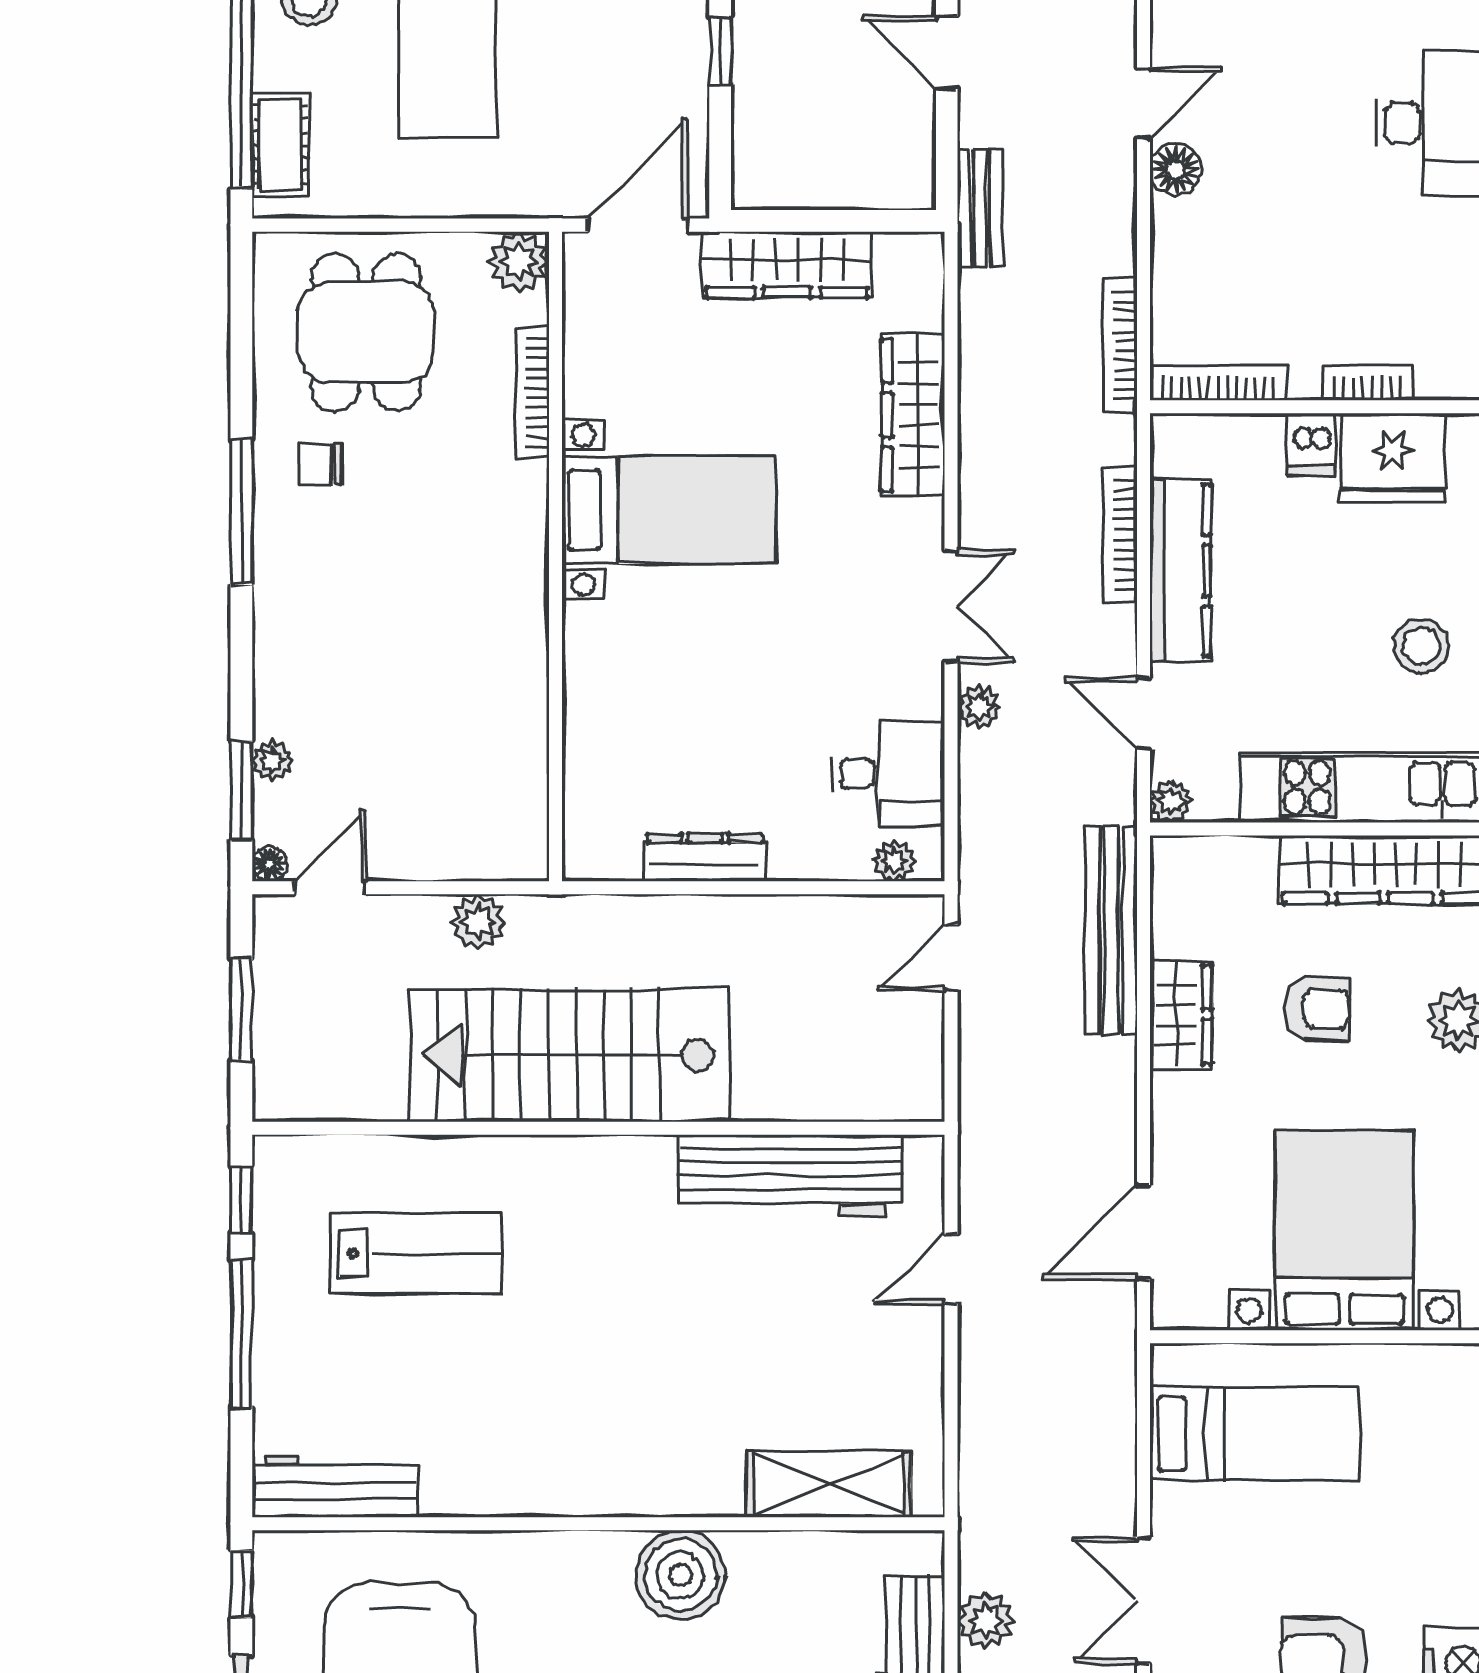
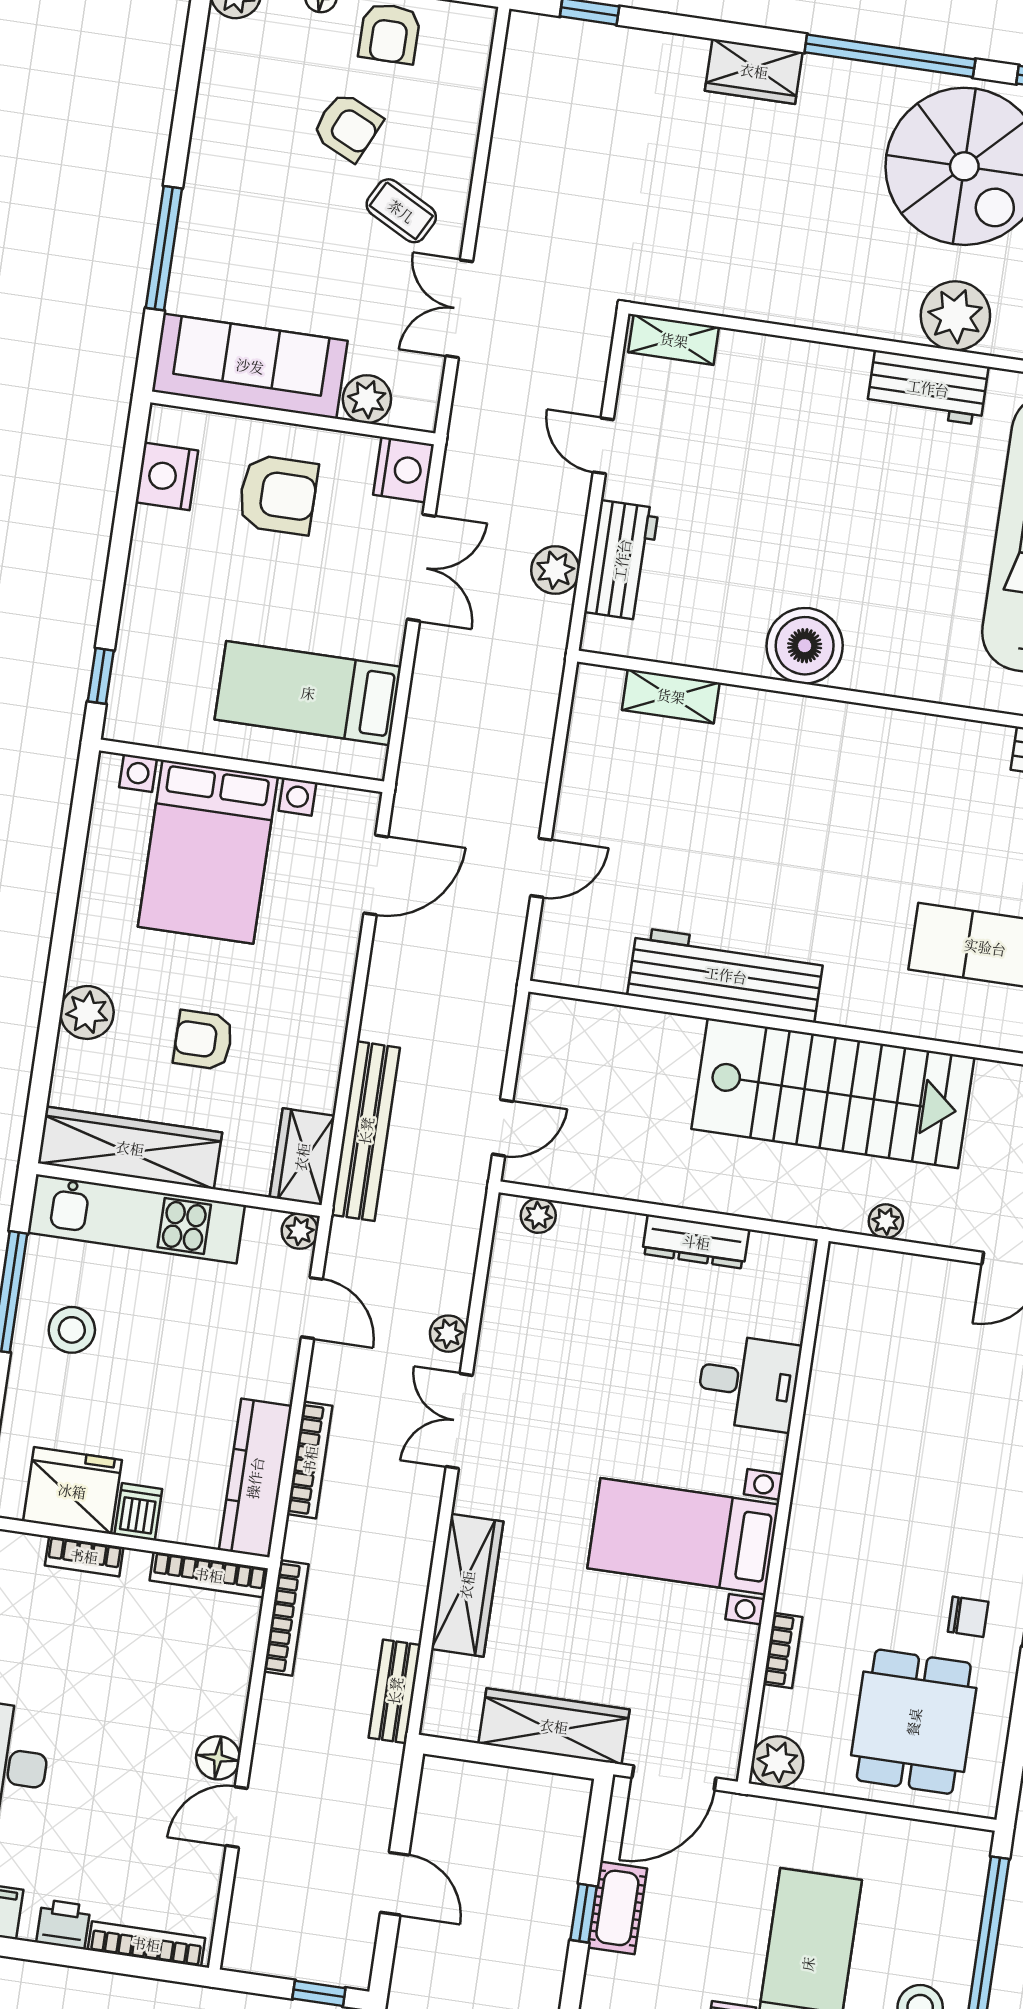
cot: (280, 145) -> (617, 1908), moved
bench: (980, 208) -> (395, 1691), moved
bookcase: (532, 393) -> (783, 1651), width x0.64
kitchen counter: (1180, 570) -> (255, 1478), moved
desk: (888, 774) -> (748, 1383), moved, turned 180
plant: (478, 922) -> (886, 1221), width x0.73, depth x0.73
wardrobe: (1181, 1015) -> (302, 1157), moved
workbench: (791, 1175) -> (726, 975), moved
shelving: (829, 1484) -> (671, 696), width x0.67, depth x0.75

